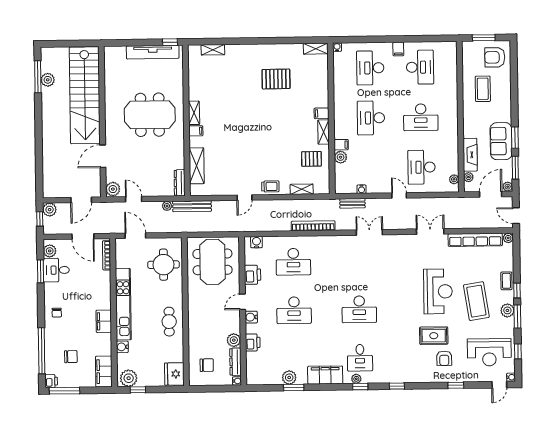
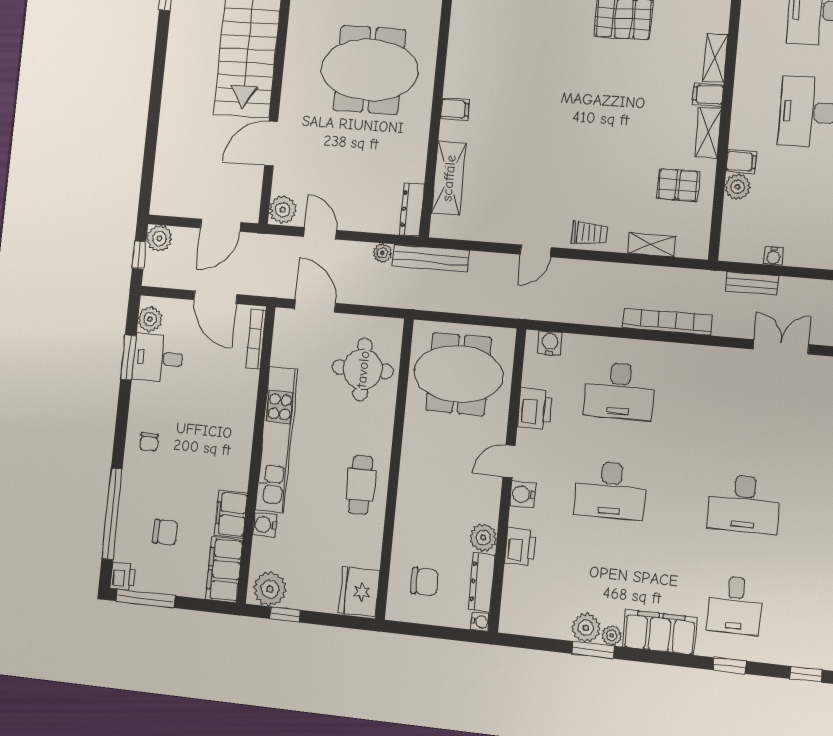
shelving: (194, 113) -> (715, 58), moved
meeting table: (213, 262) -> (459, 374), turned 90
filing cabinet: (104, 321) -> (231, 514), moved
plant: (356, 379) -> (612, 635), moved

